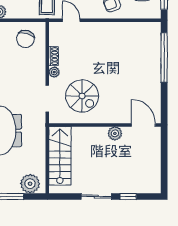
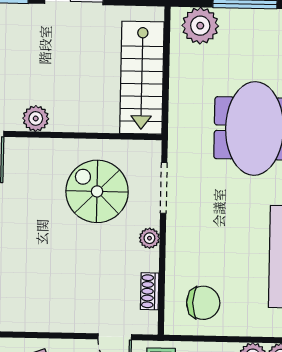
chair: (25, 39) -> (203, 303), turned 72
shoe rack: (53, 56) -> (150, 291), moved

